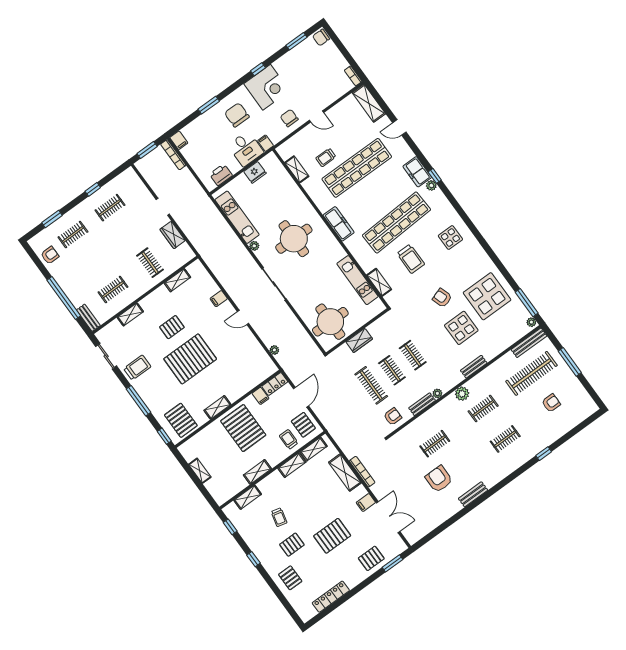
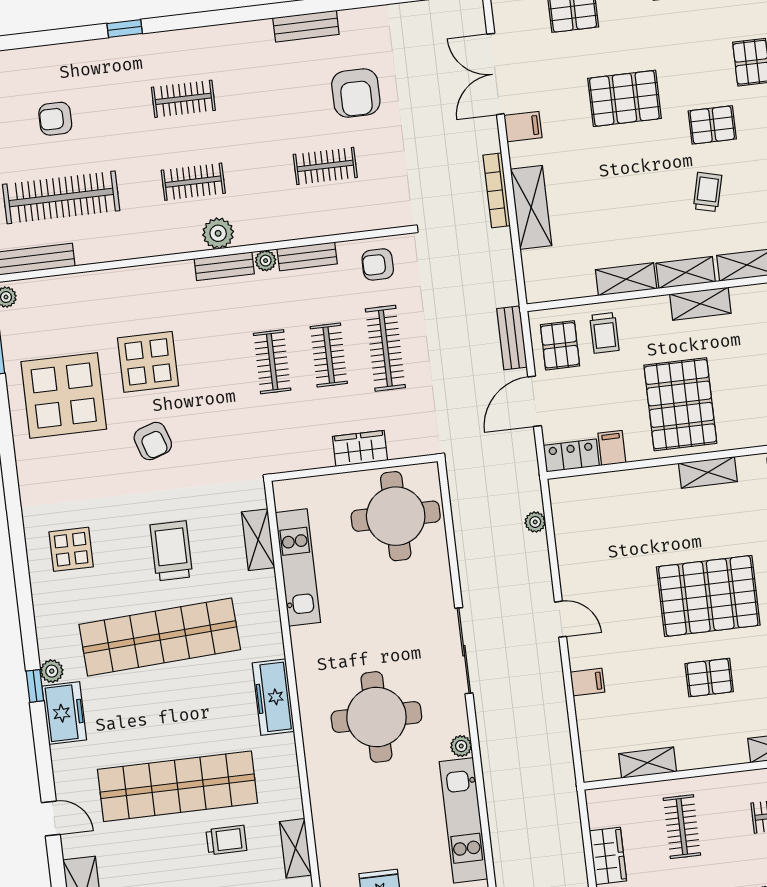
bench: (474, 367) -> (224, 266), moved
bench: (324, 417) -> (512, 338), added
shelving: (314, 449) -> (686, 273), moved

